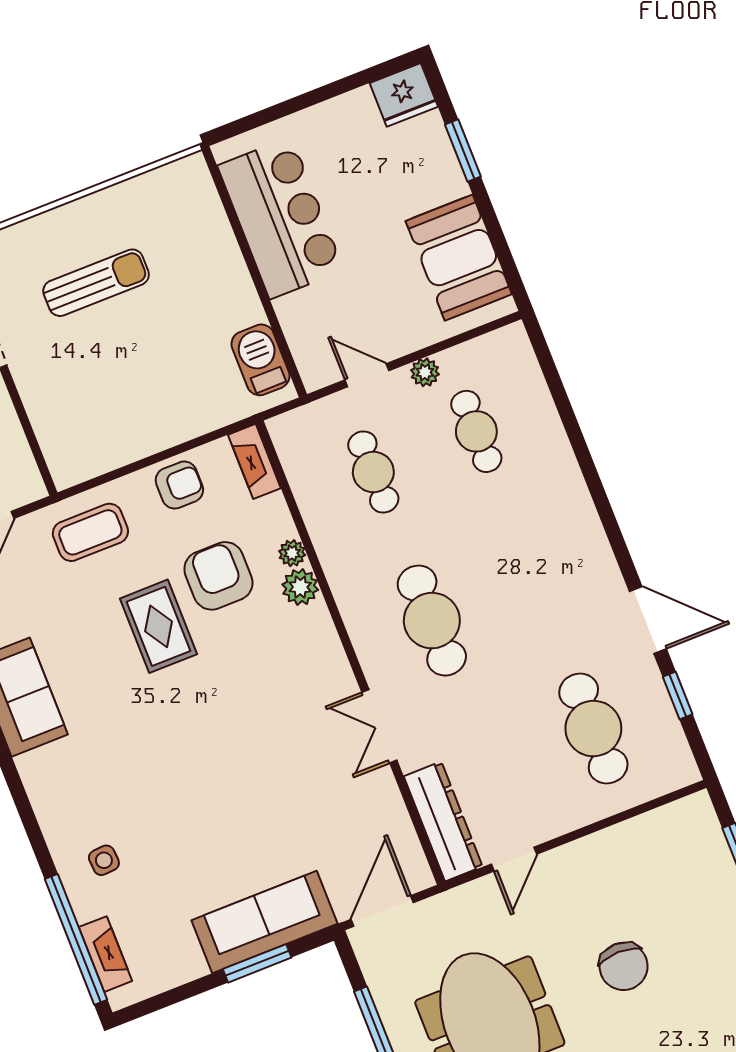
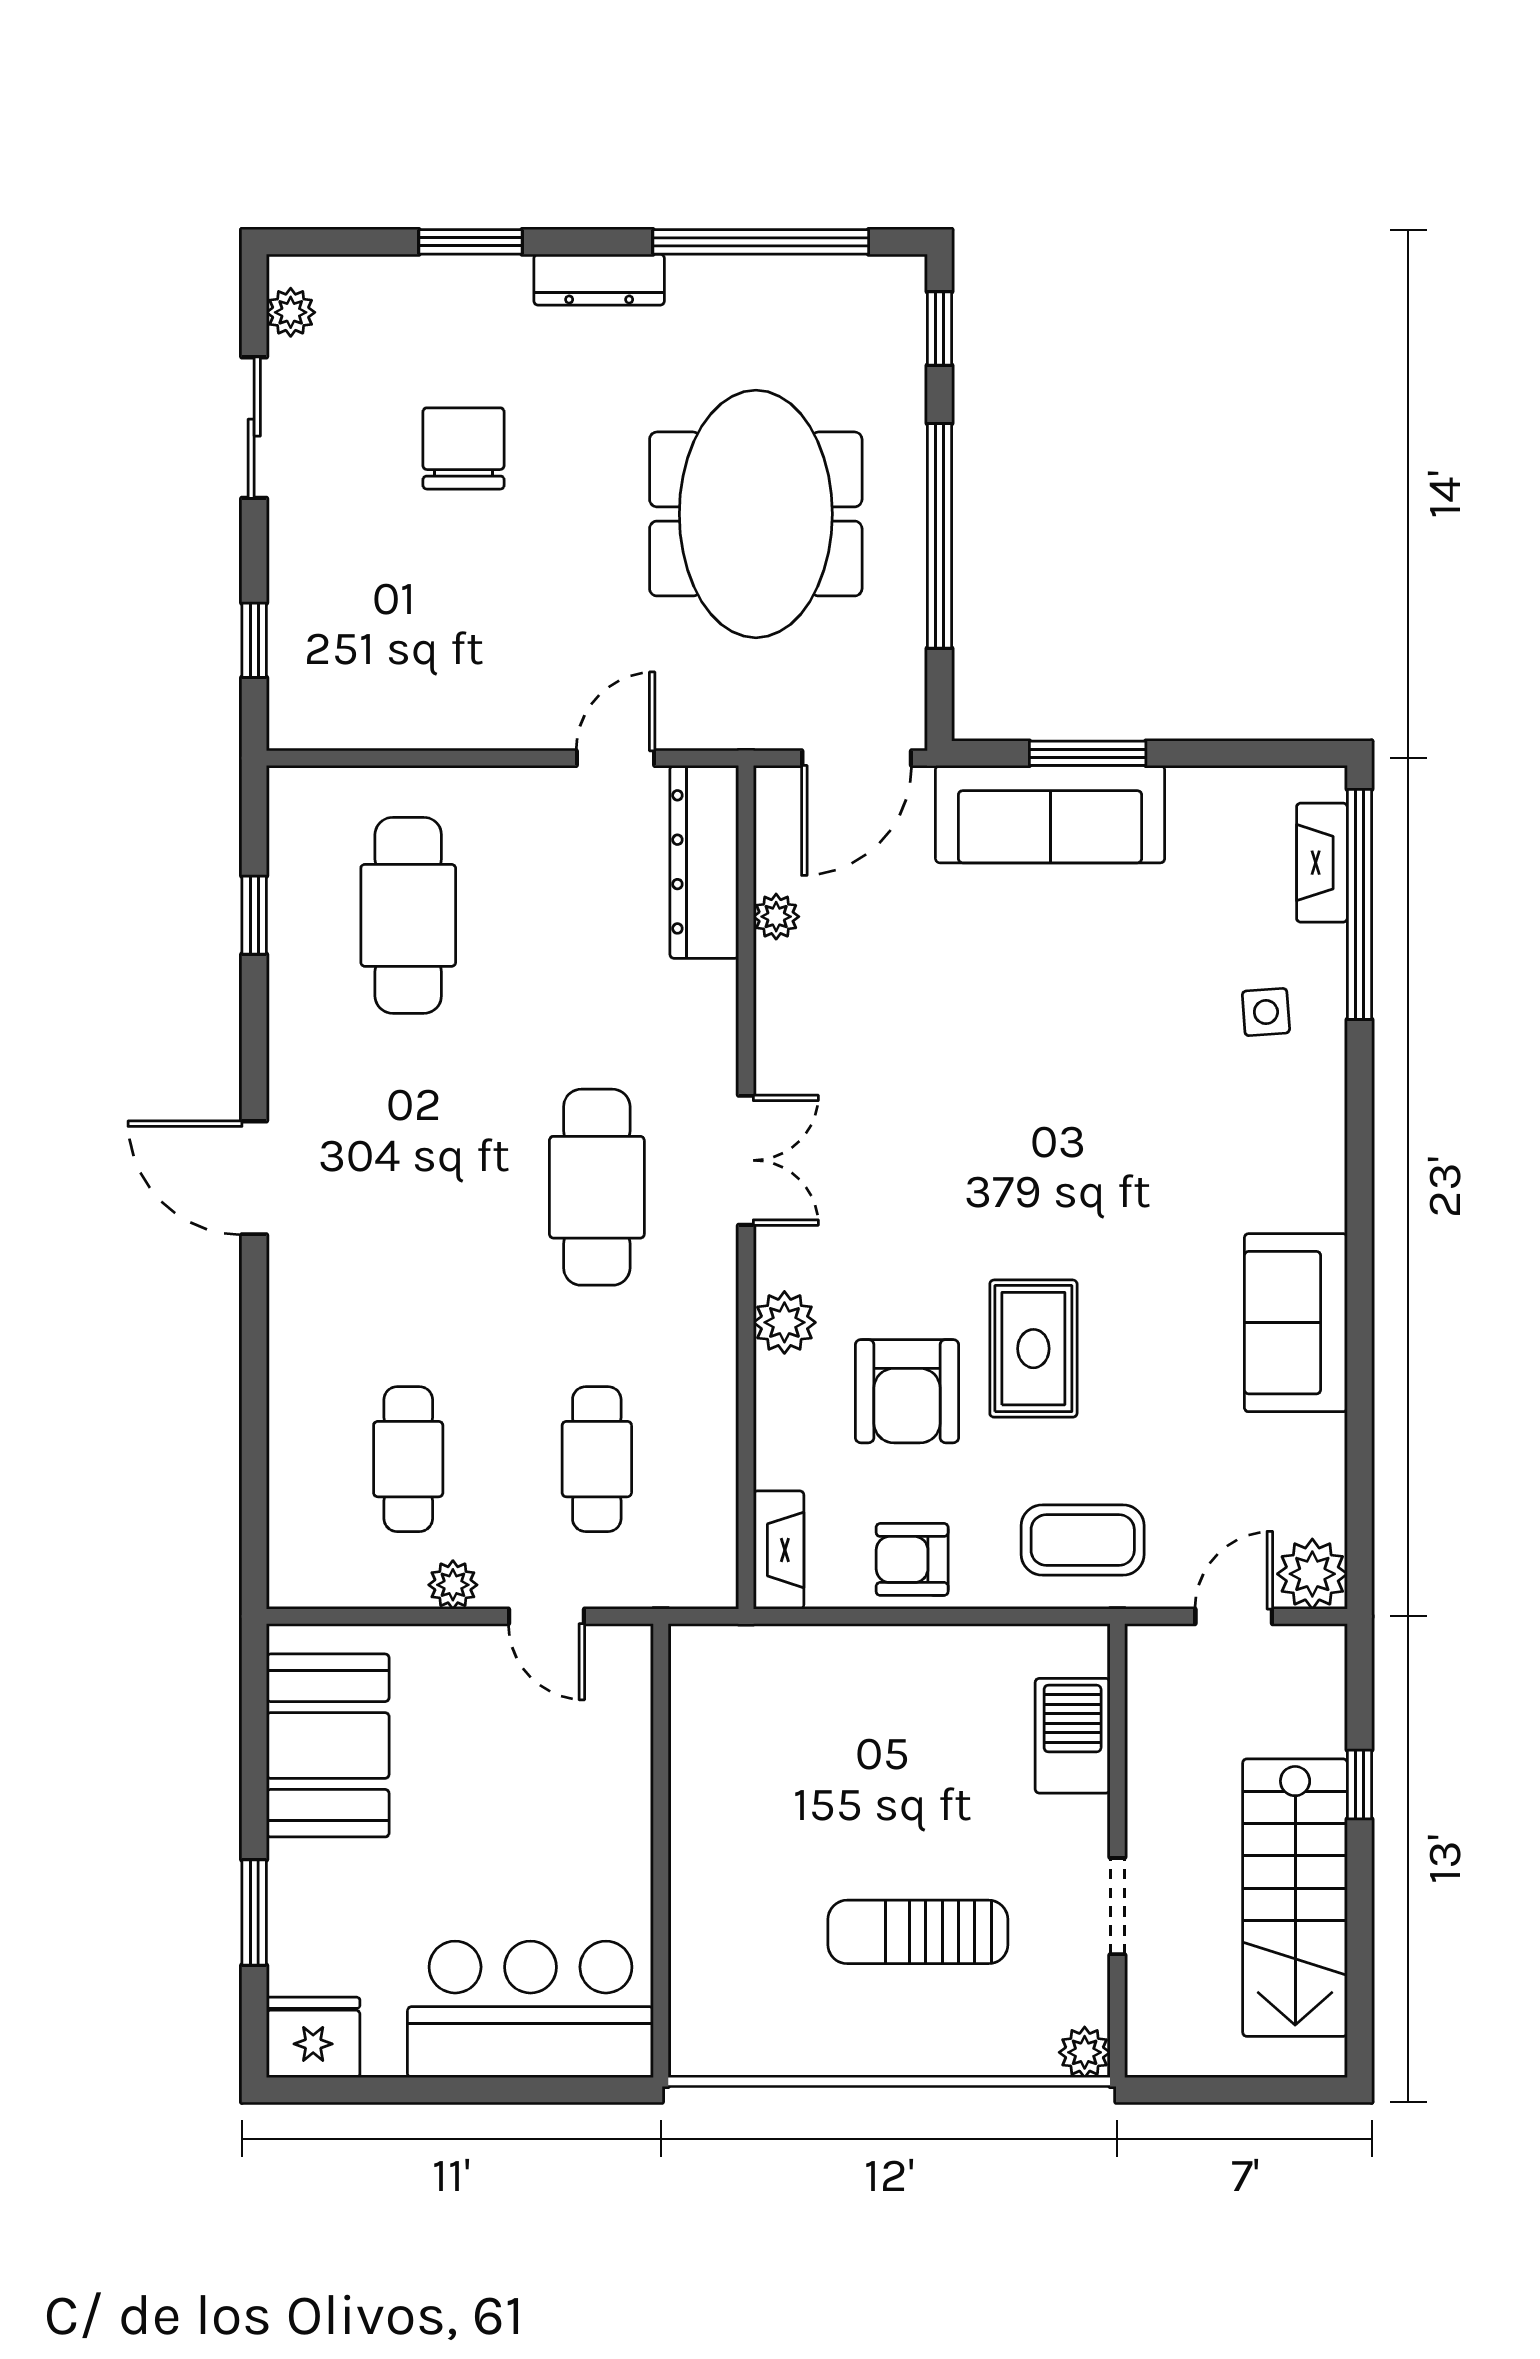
bar counter: (281, 218) -> (530, 2009), moved, turned 90
barbecue: (261, 360) -> (1073, 1736), moved, turned 180
plant: (292, 553) -> (776, 917), moved
door: (648, 620) -> (254, 1178), moved
double door: (379, 726) -> (746, 1160), moved
chair: (624, 966) -> (464, 448), moved

